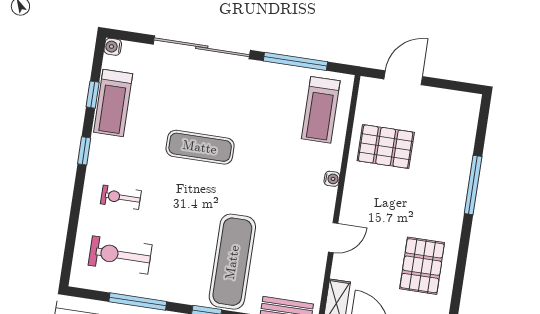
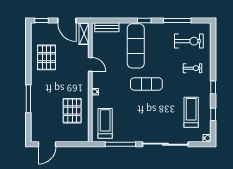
door: (403, 78) -> (47, 144), moved
treadmill: (113, 103) -> (191, 112), moved
exercise mat: (200, 147) -> (146, 84), moved
pallet: (386, 147) -> (72, 111), turned 90
door: (333, 238) -> (90, 64), swing flipped

